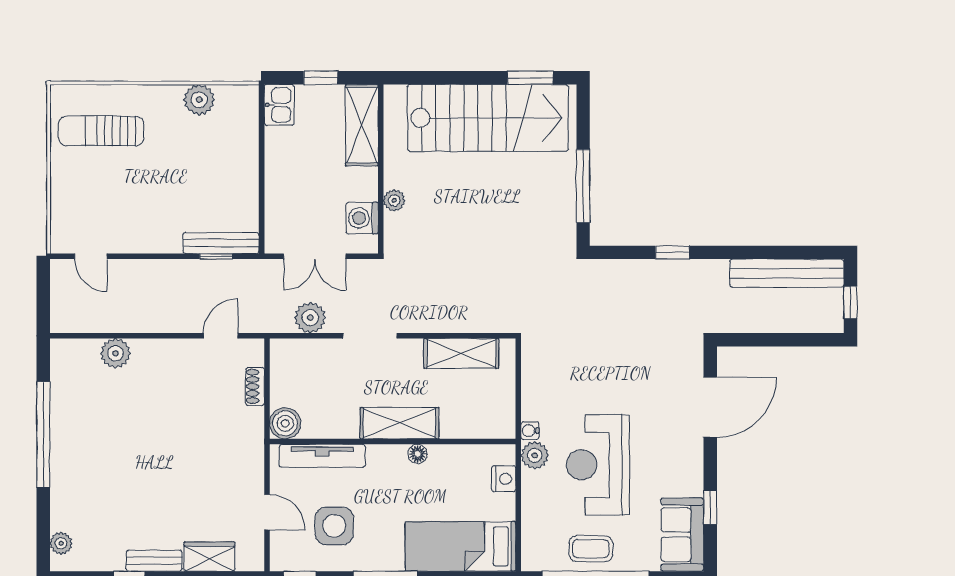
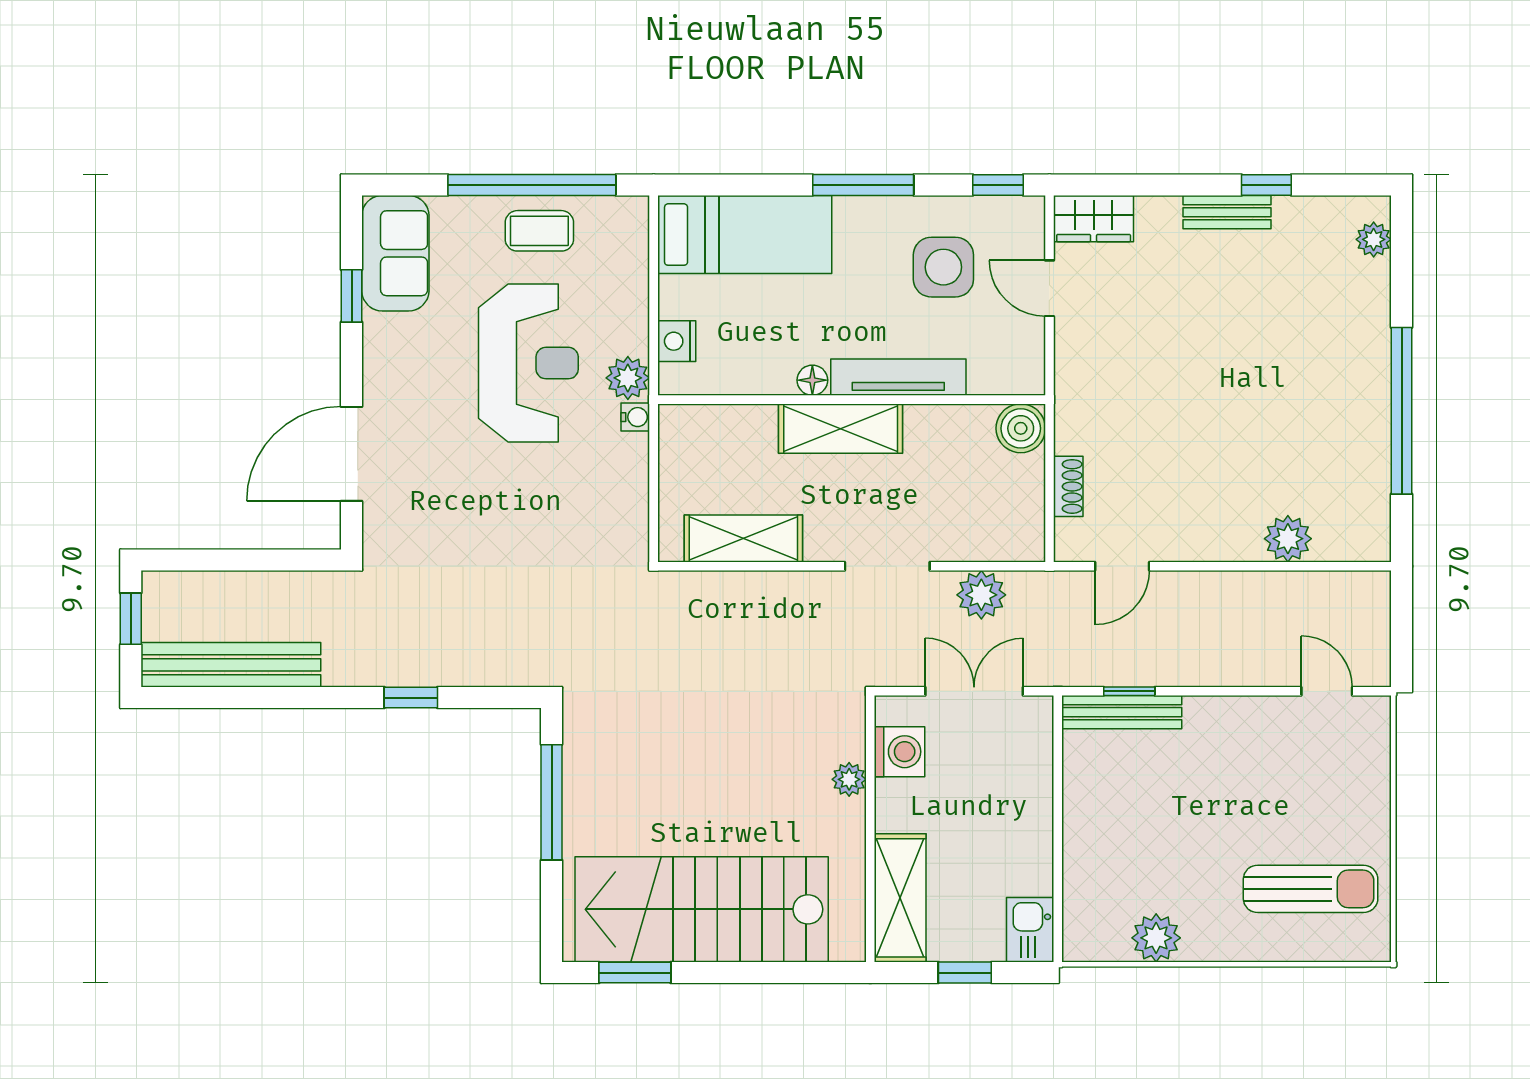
tv unit: (322, 456) -> (898, 377), moved
wardrobe: (209, 557) -> (1094, 219), moved

